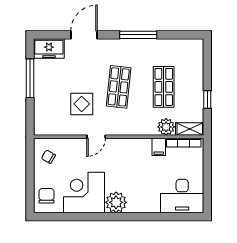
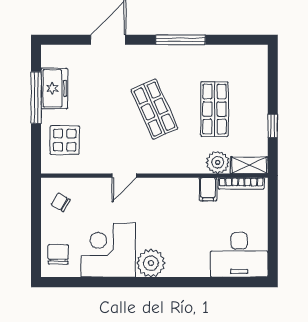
freezer: (49, 48) -> (54, 88), moved, turned -90
shop shelf: (119, 87) -> (154, 109), turned -30
display table: (82, 104) -> (65, 140), moved

